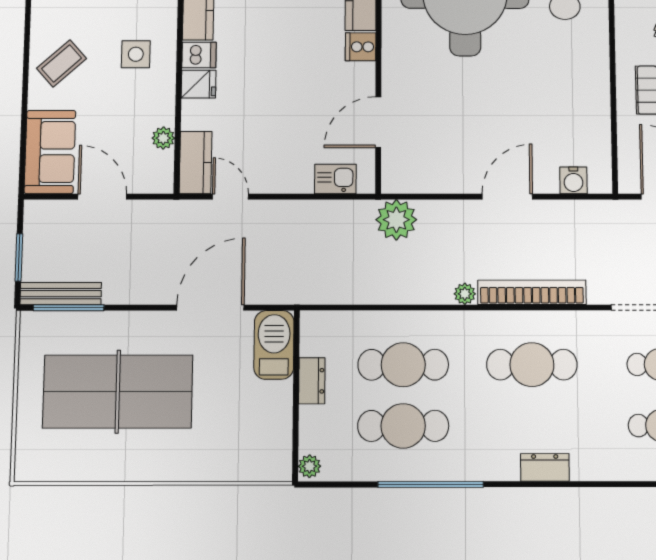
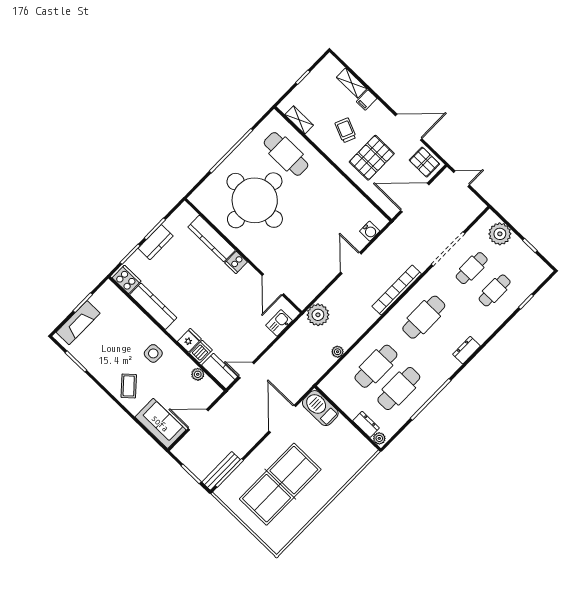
dishwasher: (199, 55) -> (201, 352), moved
plant: (465, 294) -> (338, 352), moved
dresser: (312, 381) -> (366, 424), moved

